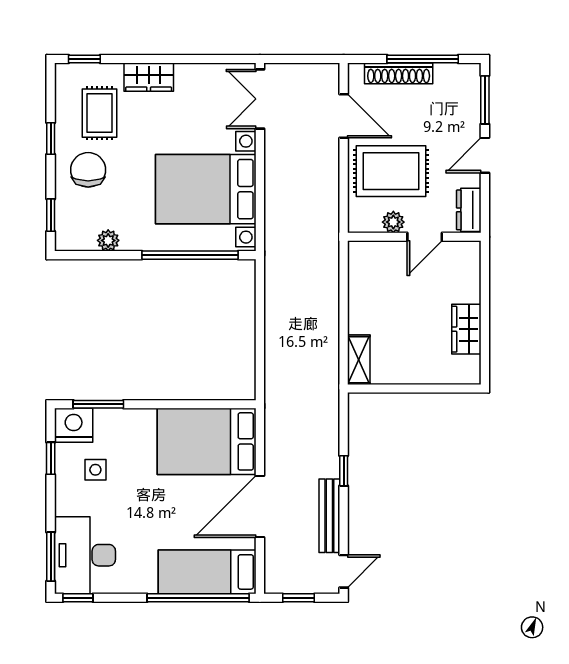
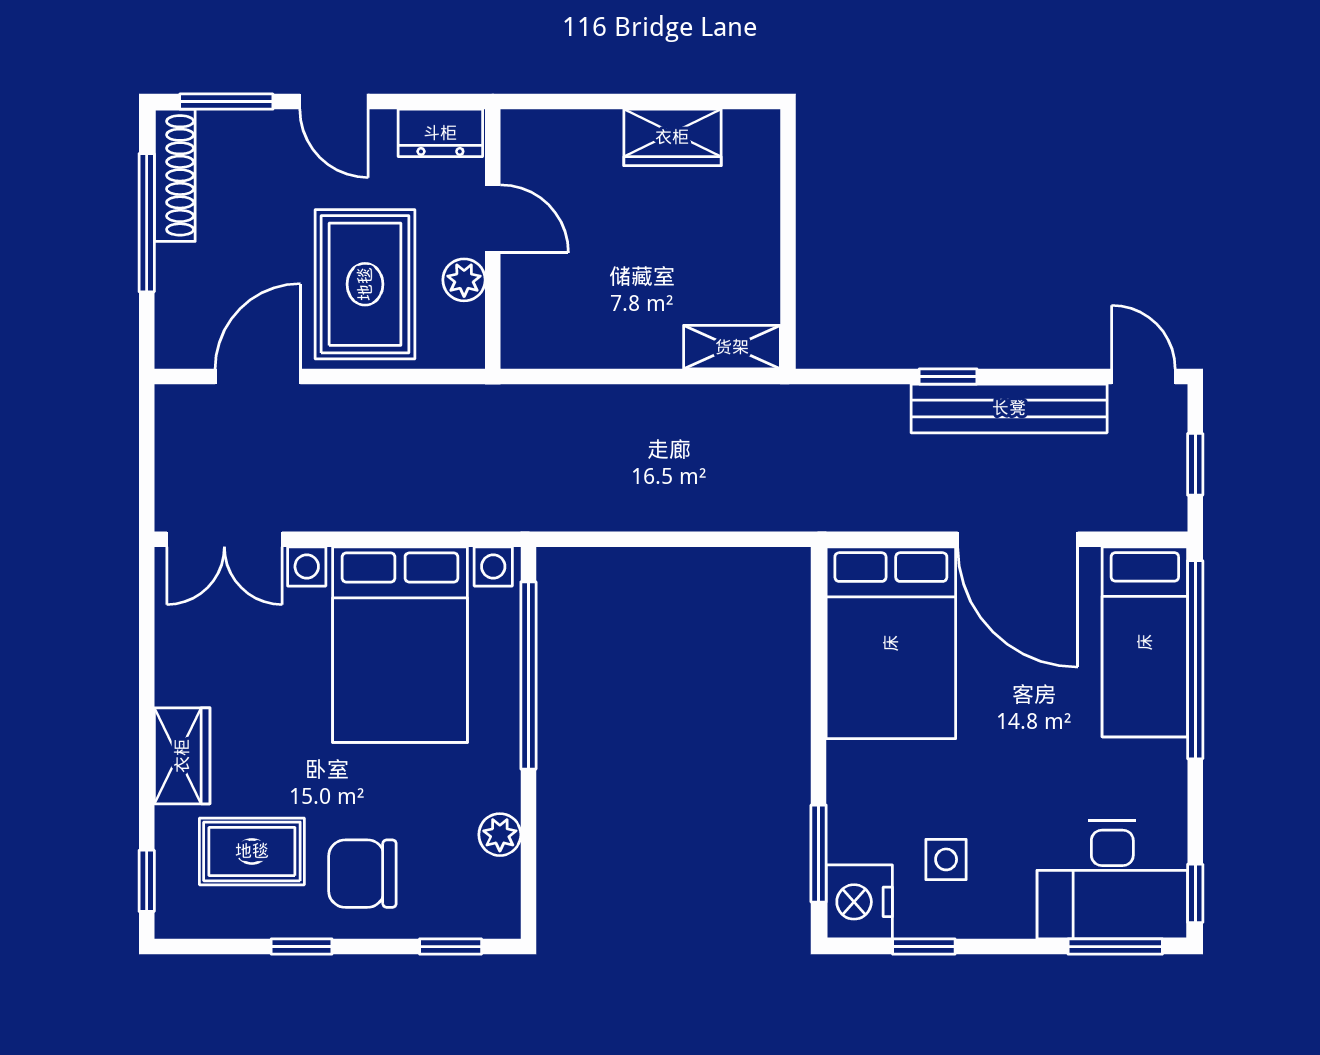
shoe rack: (399, 73) -> (175, 175), moved
bench: (329, 516) -> (1009, 408), width x1.37, depth x1.21

